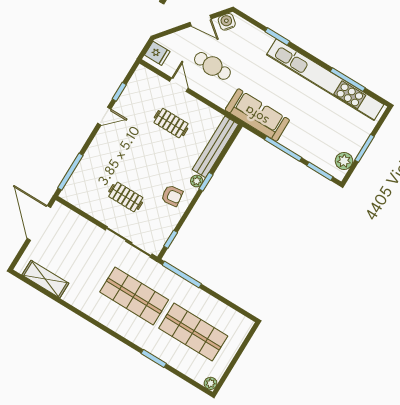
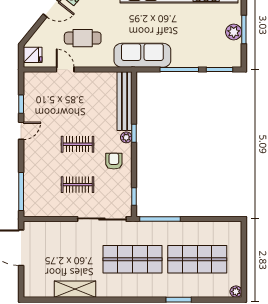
clothes rail: (171, 123) -> (78, 144), moved
plant: (344, 161) -> (234, 32), moved
armchair: (172, 196) -> (114, 161), turned -82
shelving: (45, 279) -> (75, 289), moved

